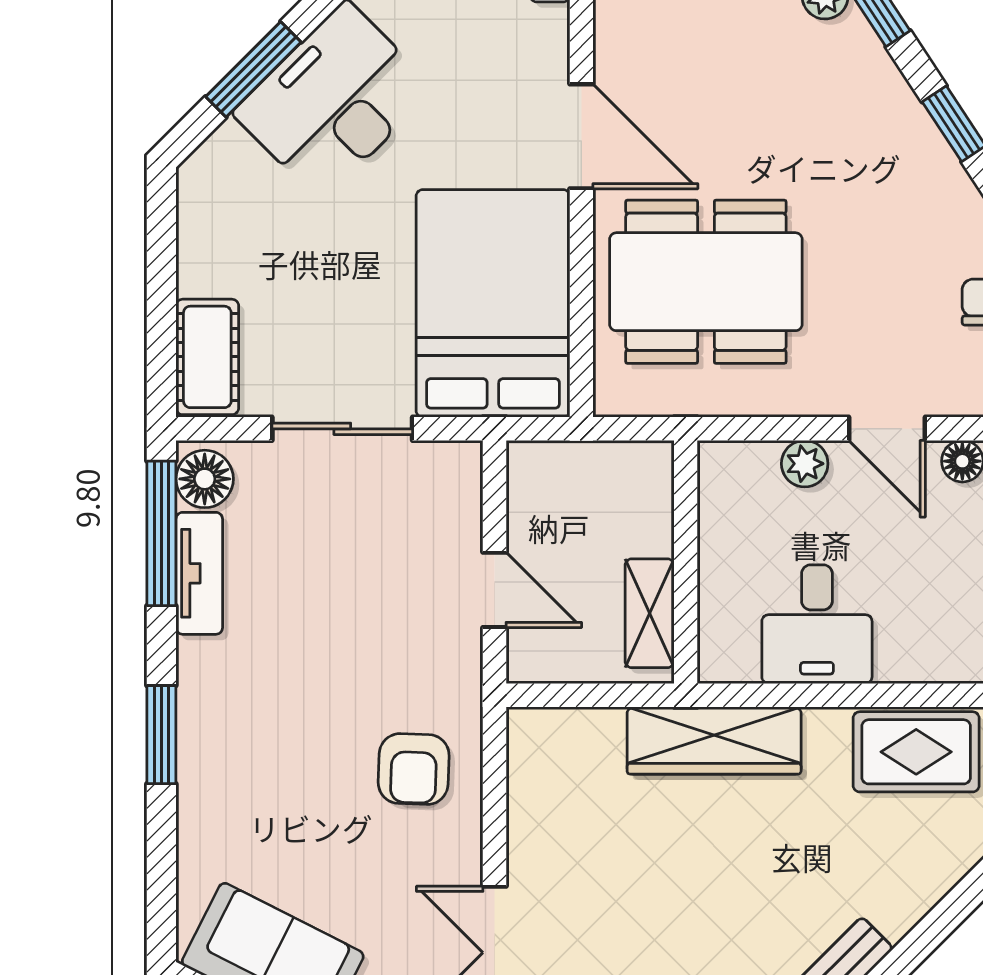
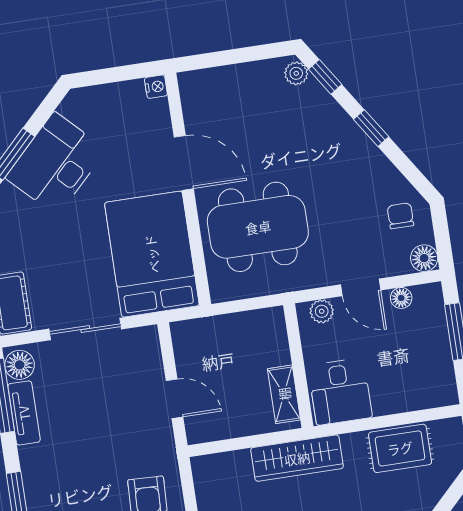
wall: (686, 562) -> (298, 366), moved
shelving: (650, 613) -> (284, 394), moved

